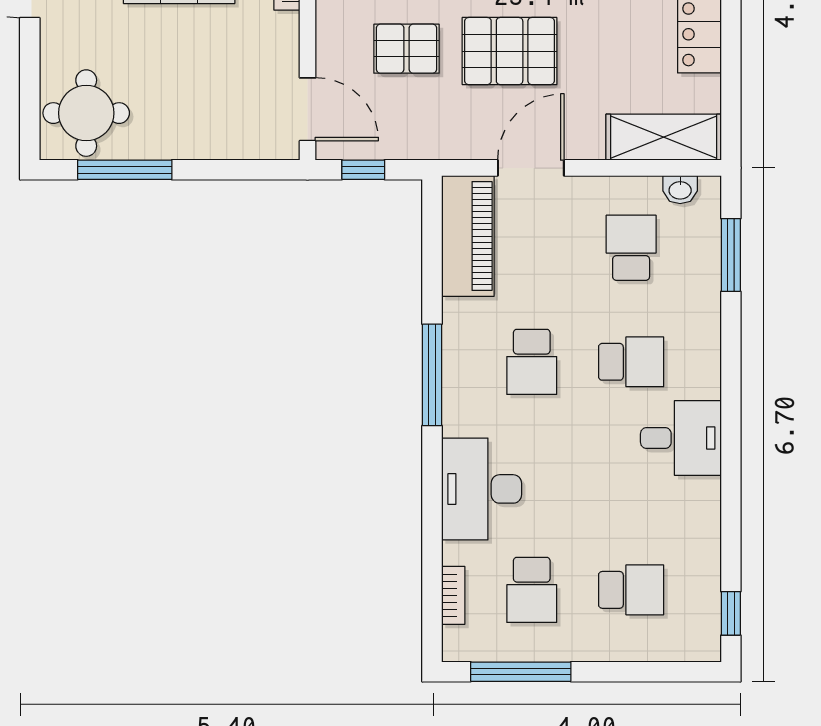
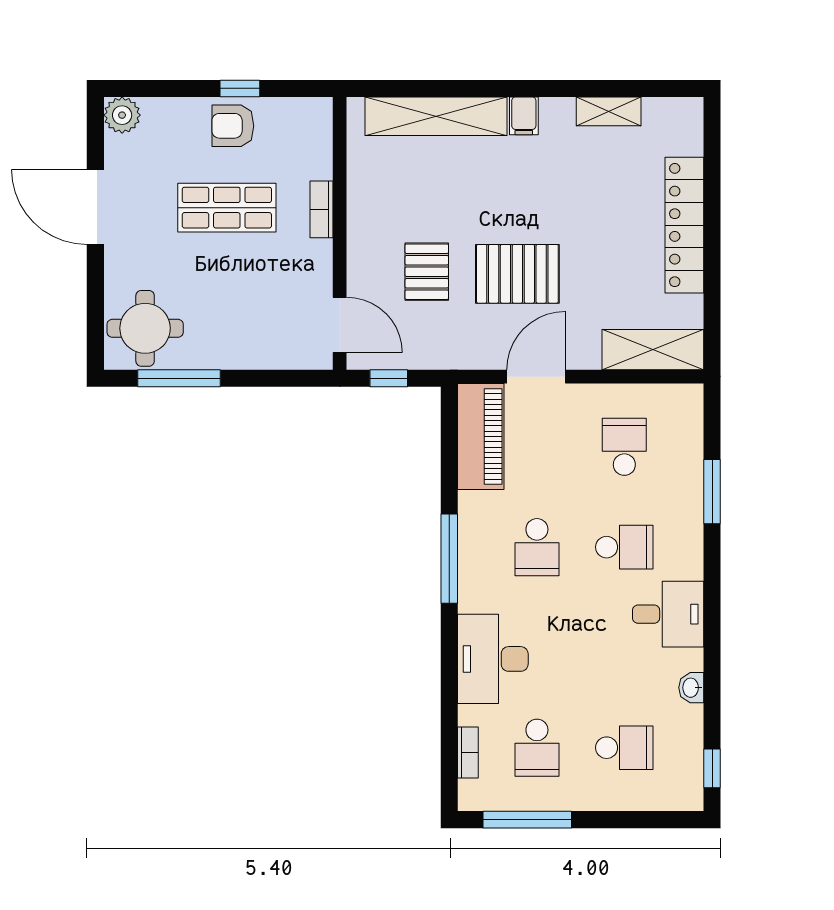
pallet: (406, 49) -> (427, 272), turned 90
washbasin: (680, 190) -> (691, 688), moved, turned 90
window: (731, 255) -> (712, 492), moved

